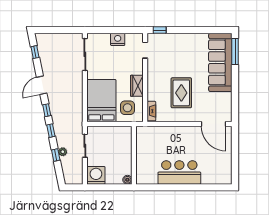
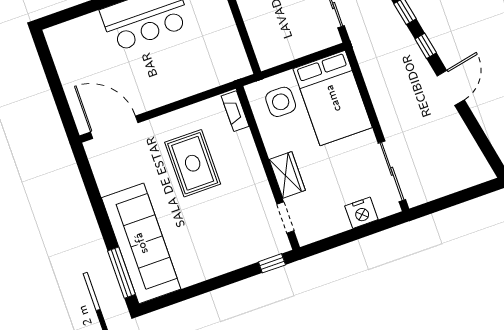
nightstand: (118, 39) -> (361, 213), moved
window: (35, 52) -> (484, 144), removed
wardrobe: (137, 86) -> (287, 175), moved

